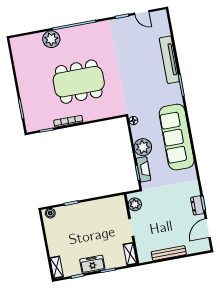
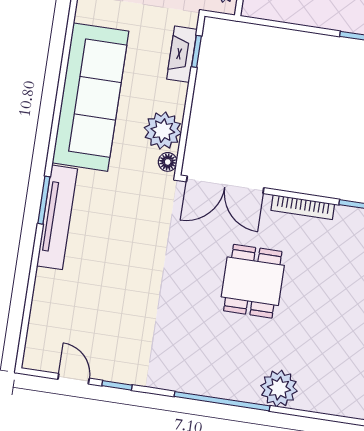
tv unit: (169, 60) -> (57, 217), moved
dining table: (79, 82) -> (253, 281), width x0.53, depth x0.80
double door: (105, 119) -> (225, 185), added
plant: (143, 147) -> (163, 131), moved

